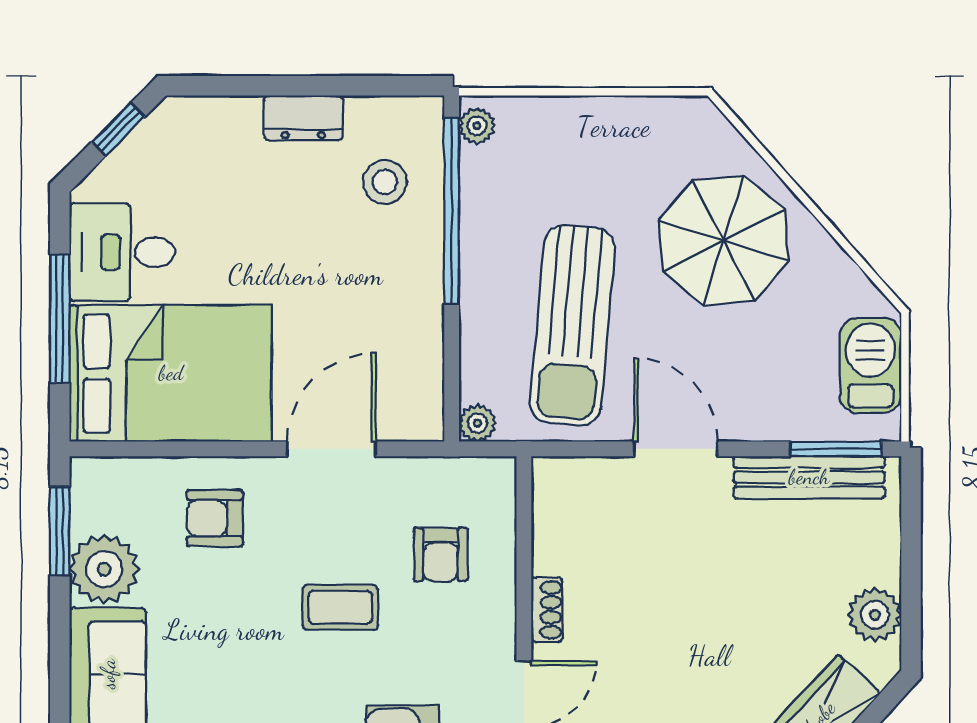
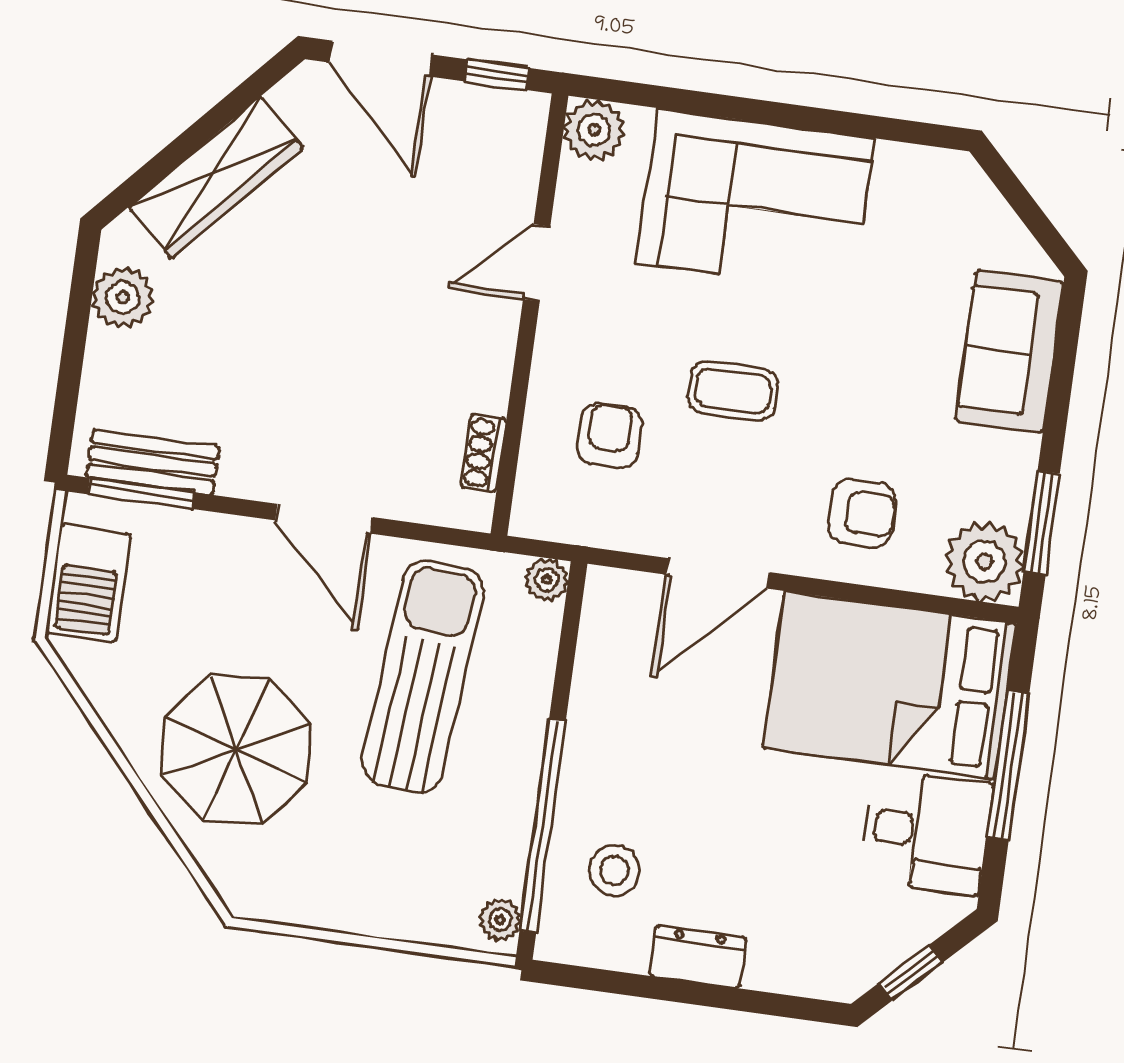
bench: (809, 477) -> (153, 462), width x0.73
plant: (104, 569) -> (984, 561), moved
shoe rack: (547, 610) -> (484, 453), moved

